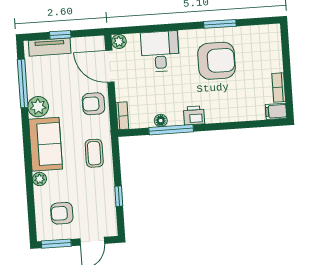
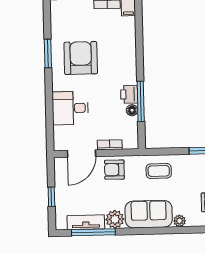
plant: (119, 41) -> (60, 144), removed
tv unit: (50, 47) -> (86, 222), moved, turned -90
armchair: (93, 104) -> (114, 170), turned 90
printer: (194, 115) -> (129, 94), moved
bookcase: (122, 116) -> (110, 145), moved

